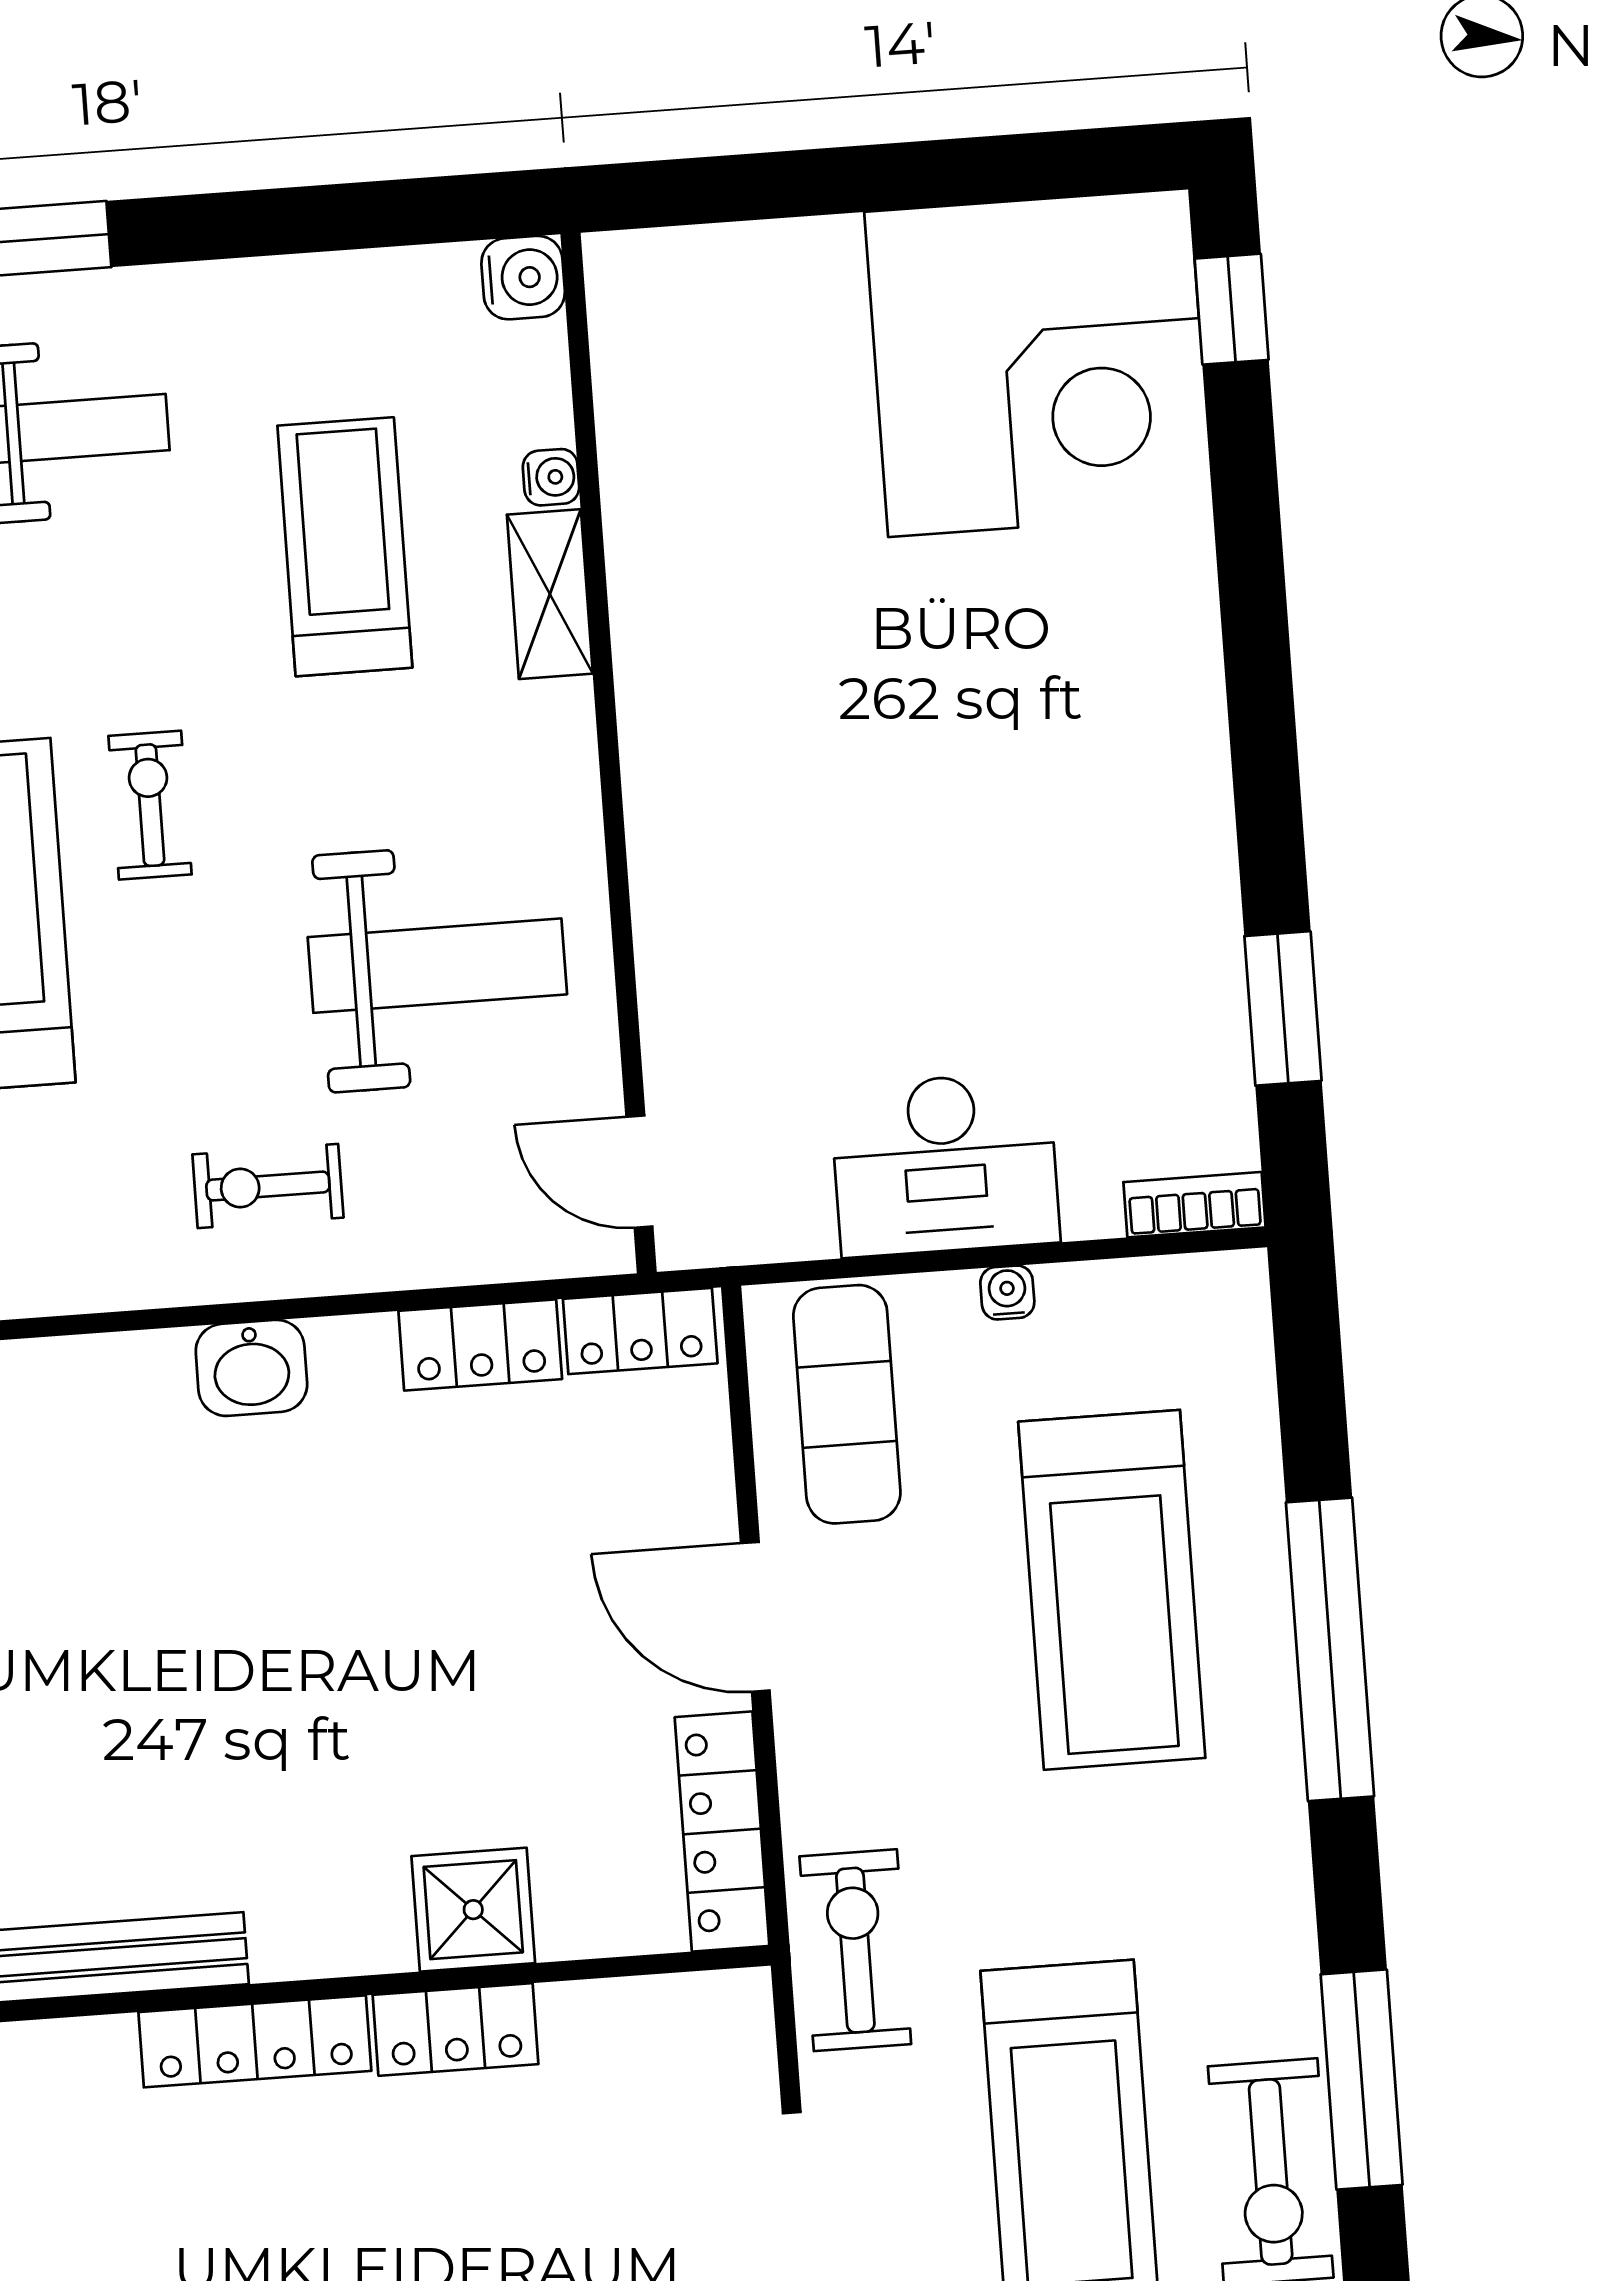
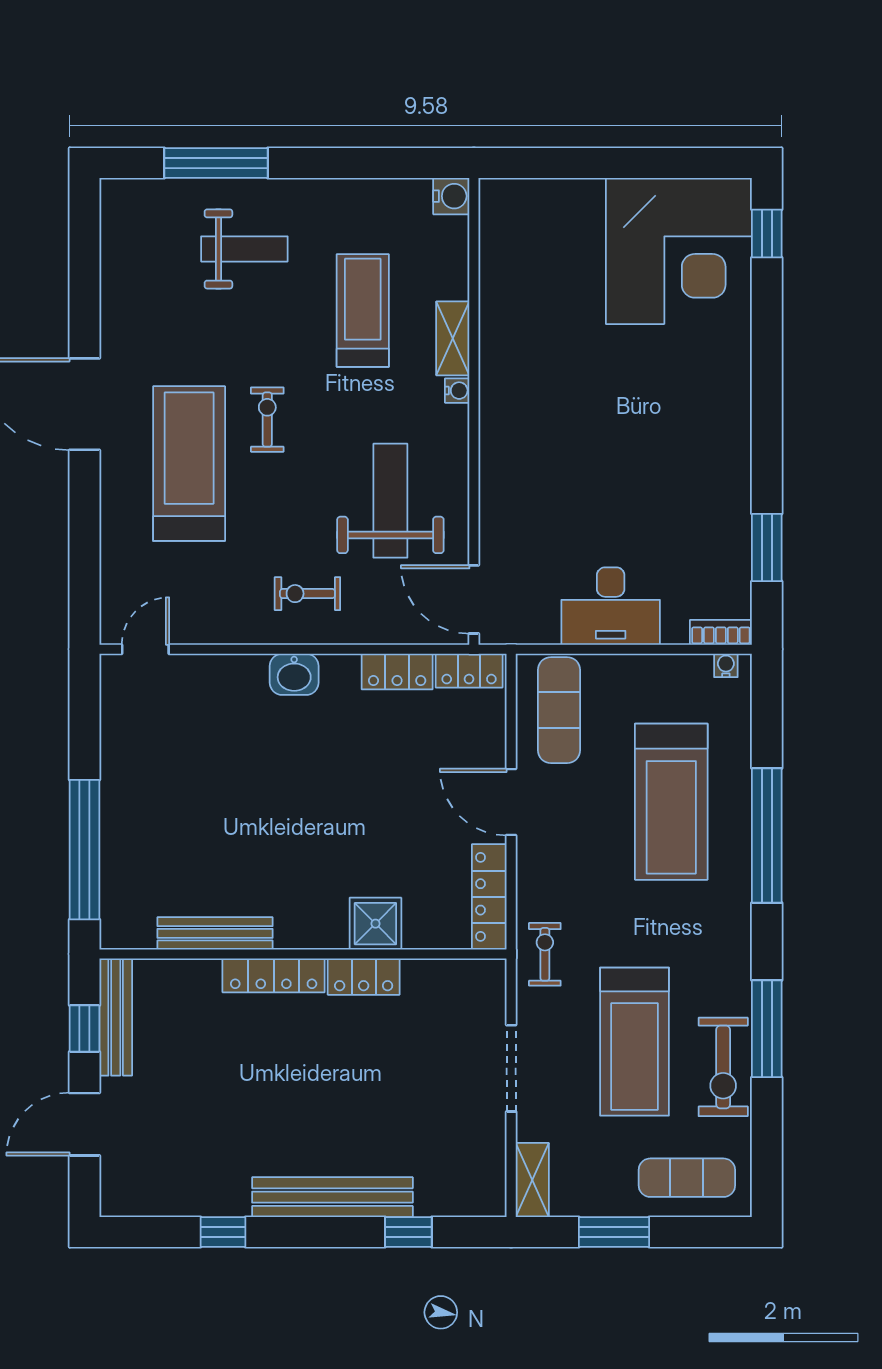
water cooler: (551, 477) -> (457, 391), moved
weight bench: (437, 966) -> (390, 501), turned -90
door: (639, 1172) -> (474, 599), width x1.37
water cooler: (1007, 1293) -> (726, 665), moved
exercise bike: (855, 1950) -> (545, 954), width x0.73, depth x0.72

